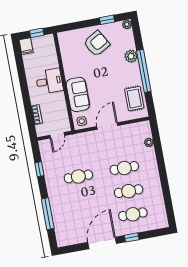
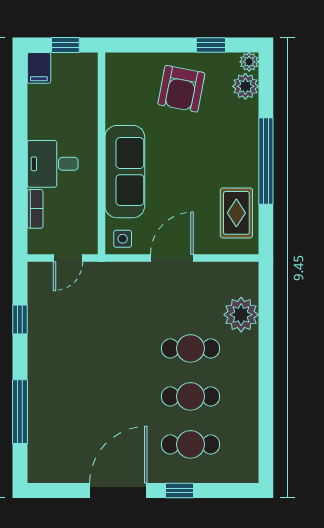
armchair: (97, 44) -> (181, 89), turned 131
plant: (131, 56) -> (245, 86), moved
desk: (49, 81) -> (53, 164), moved, turned 180
sofa: (78, 94) -> (125, 172), width x1.36
plant: (149, 142) -> (241, 315), width x1.88, depth x1.88
cafe table: (78, 176) -> (95, 348), removed

